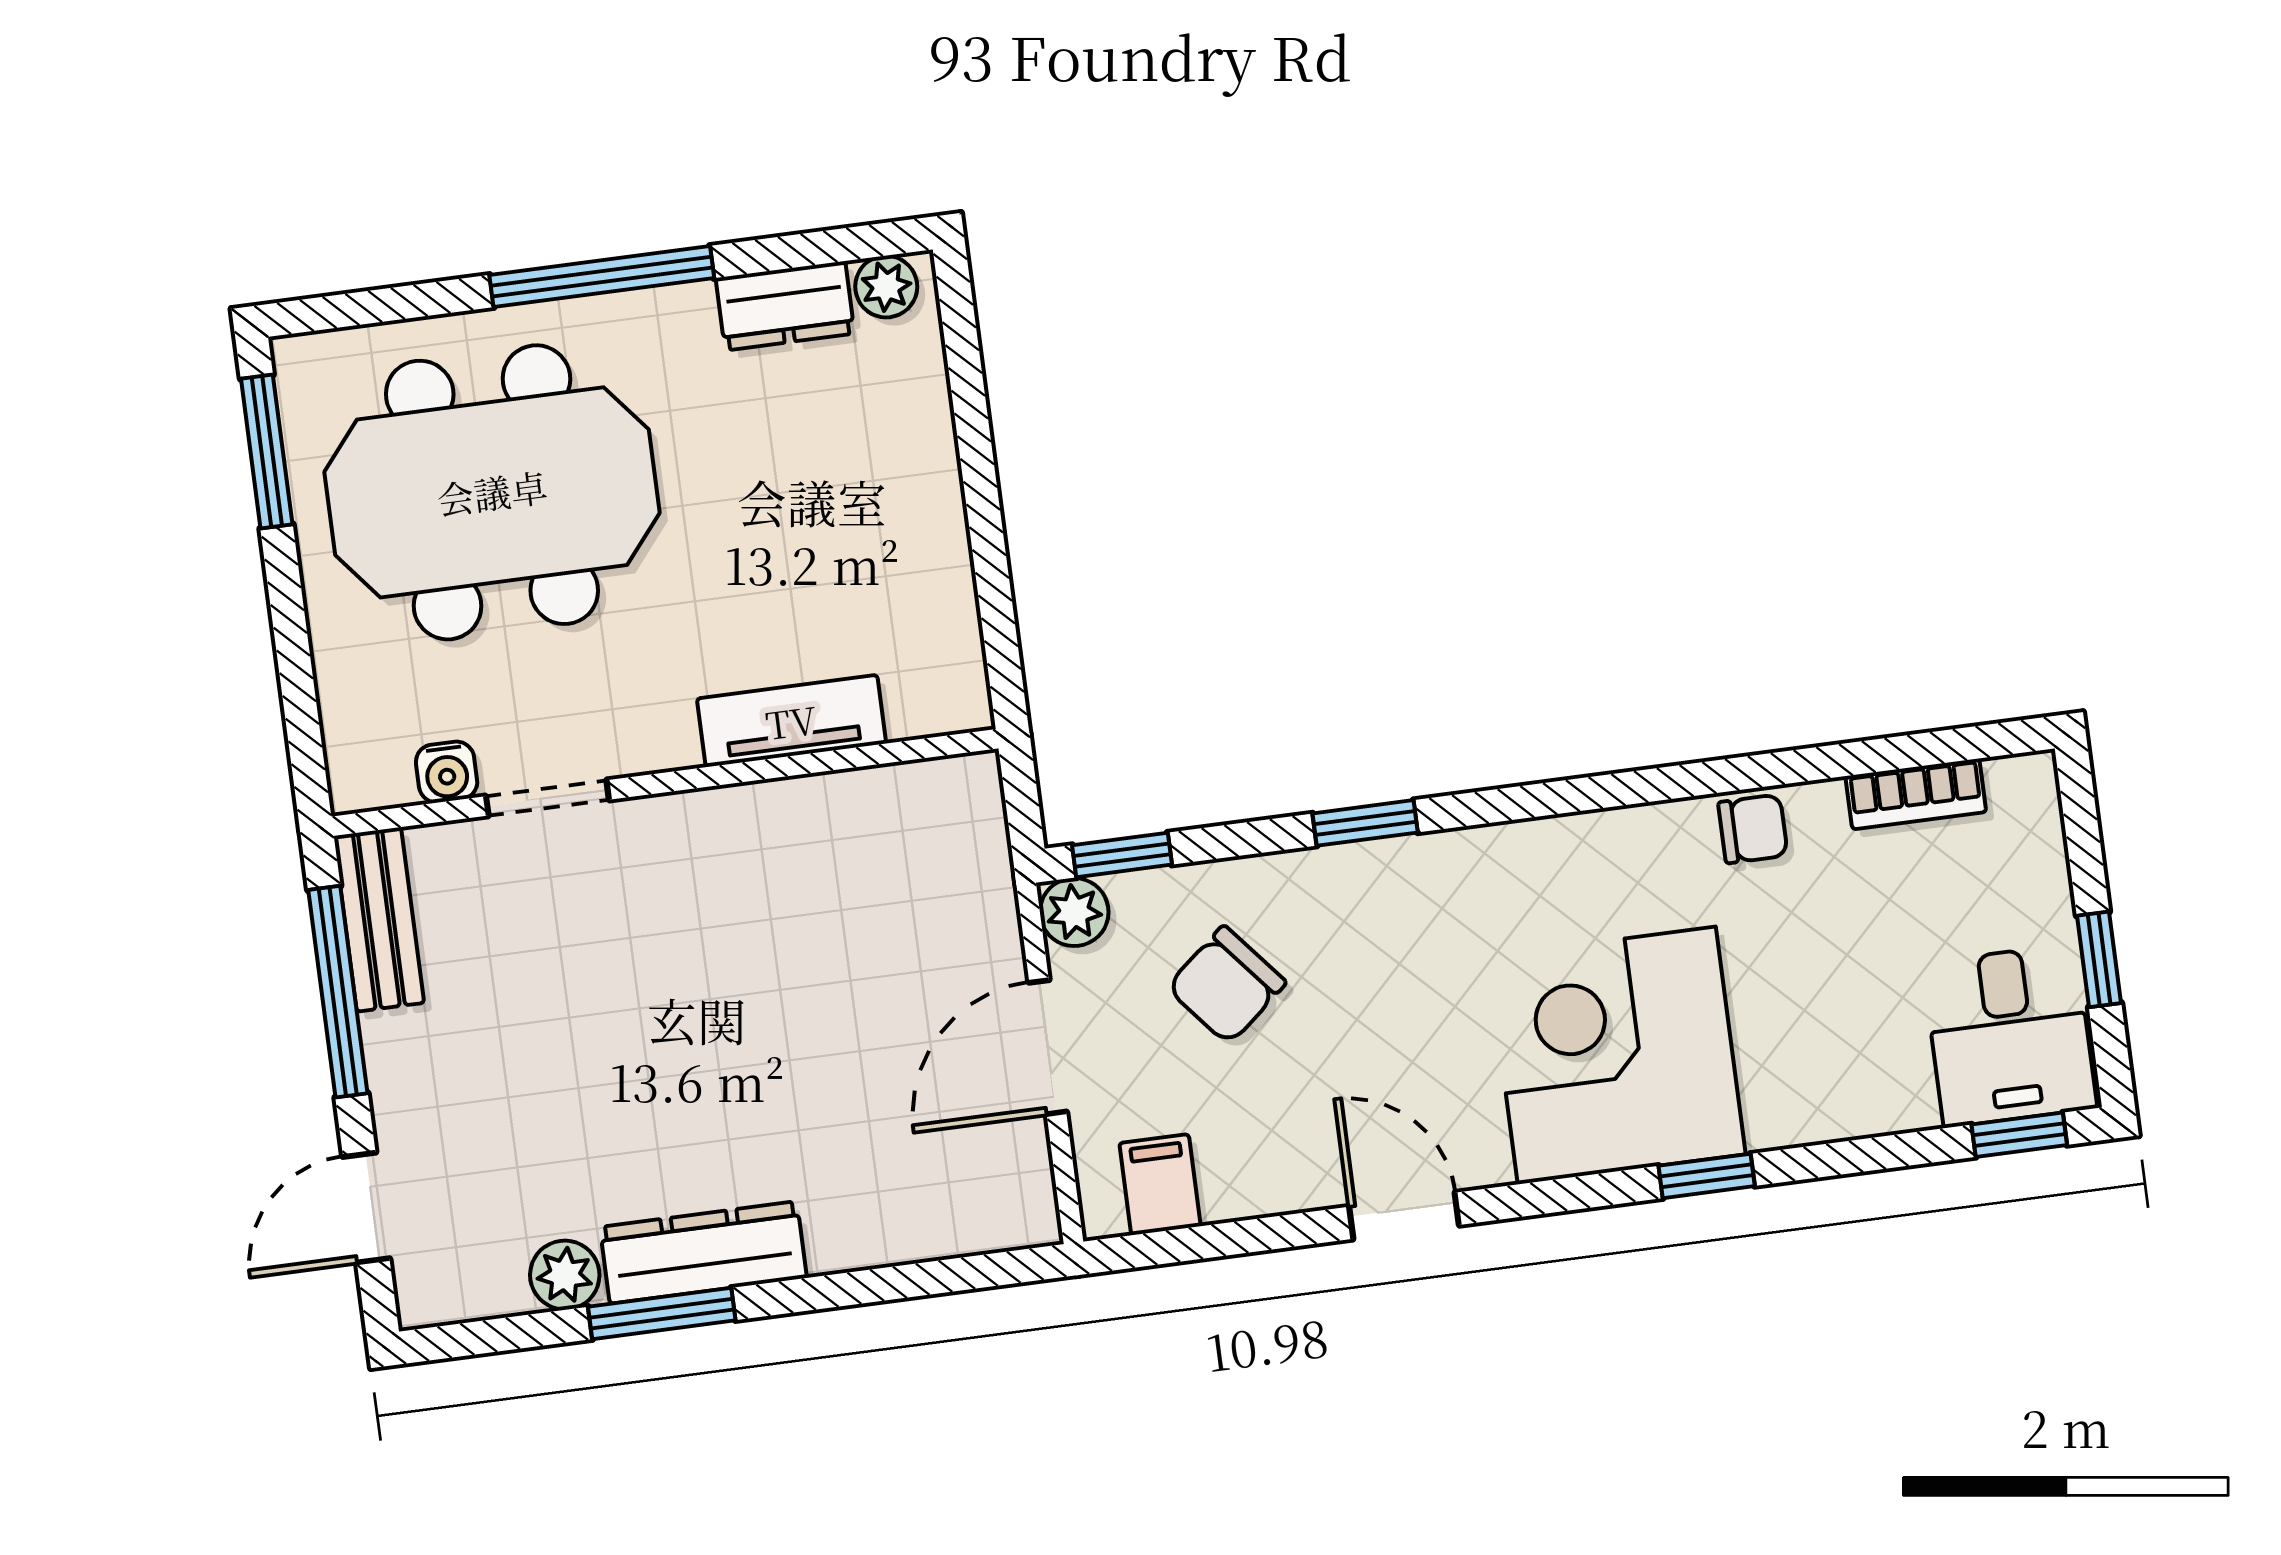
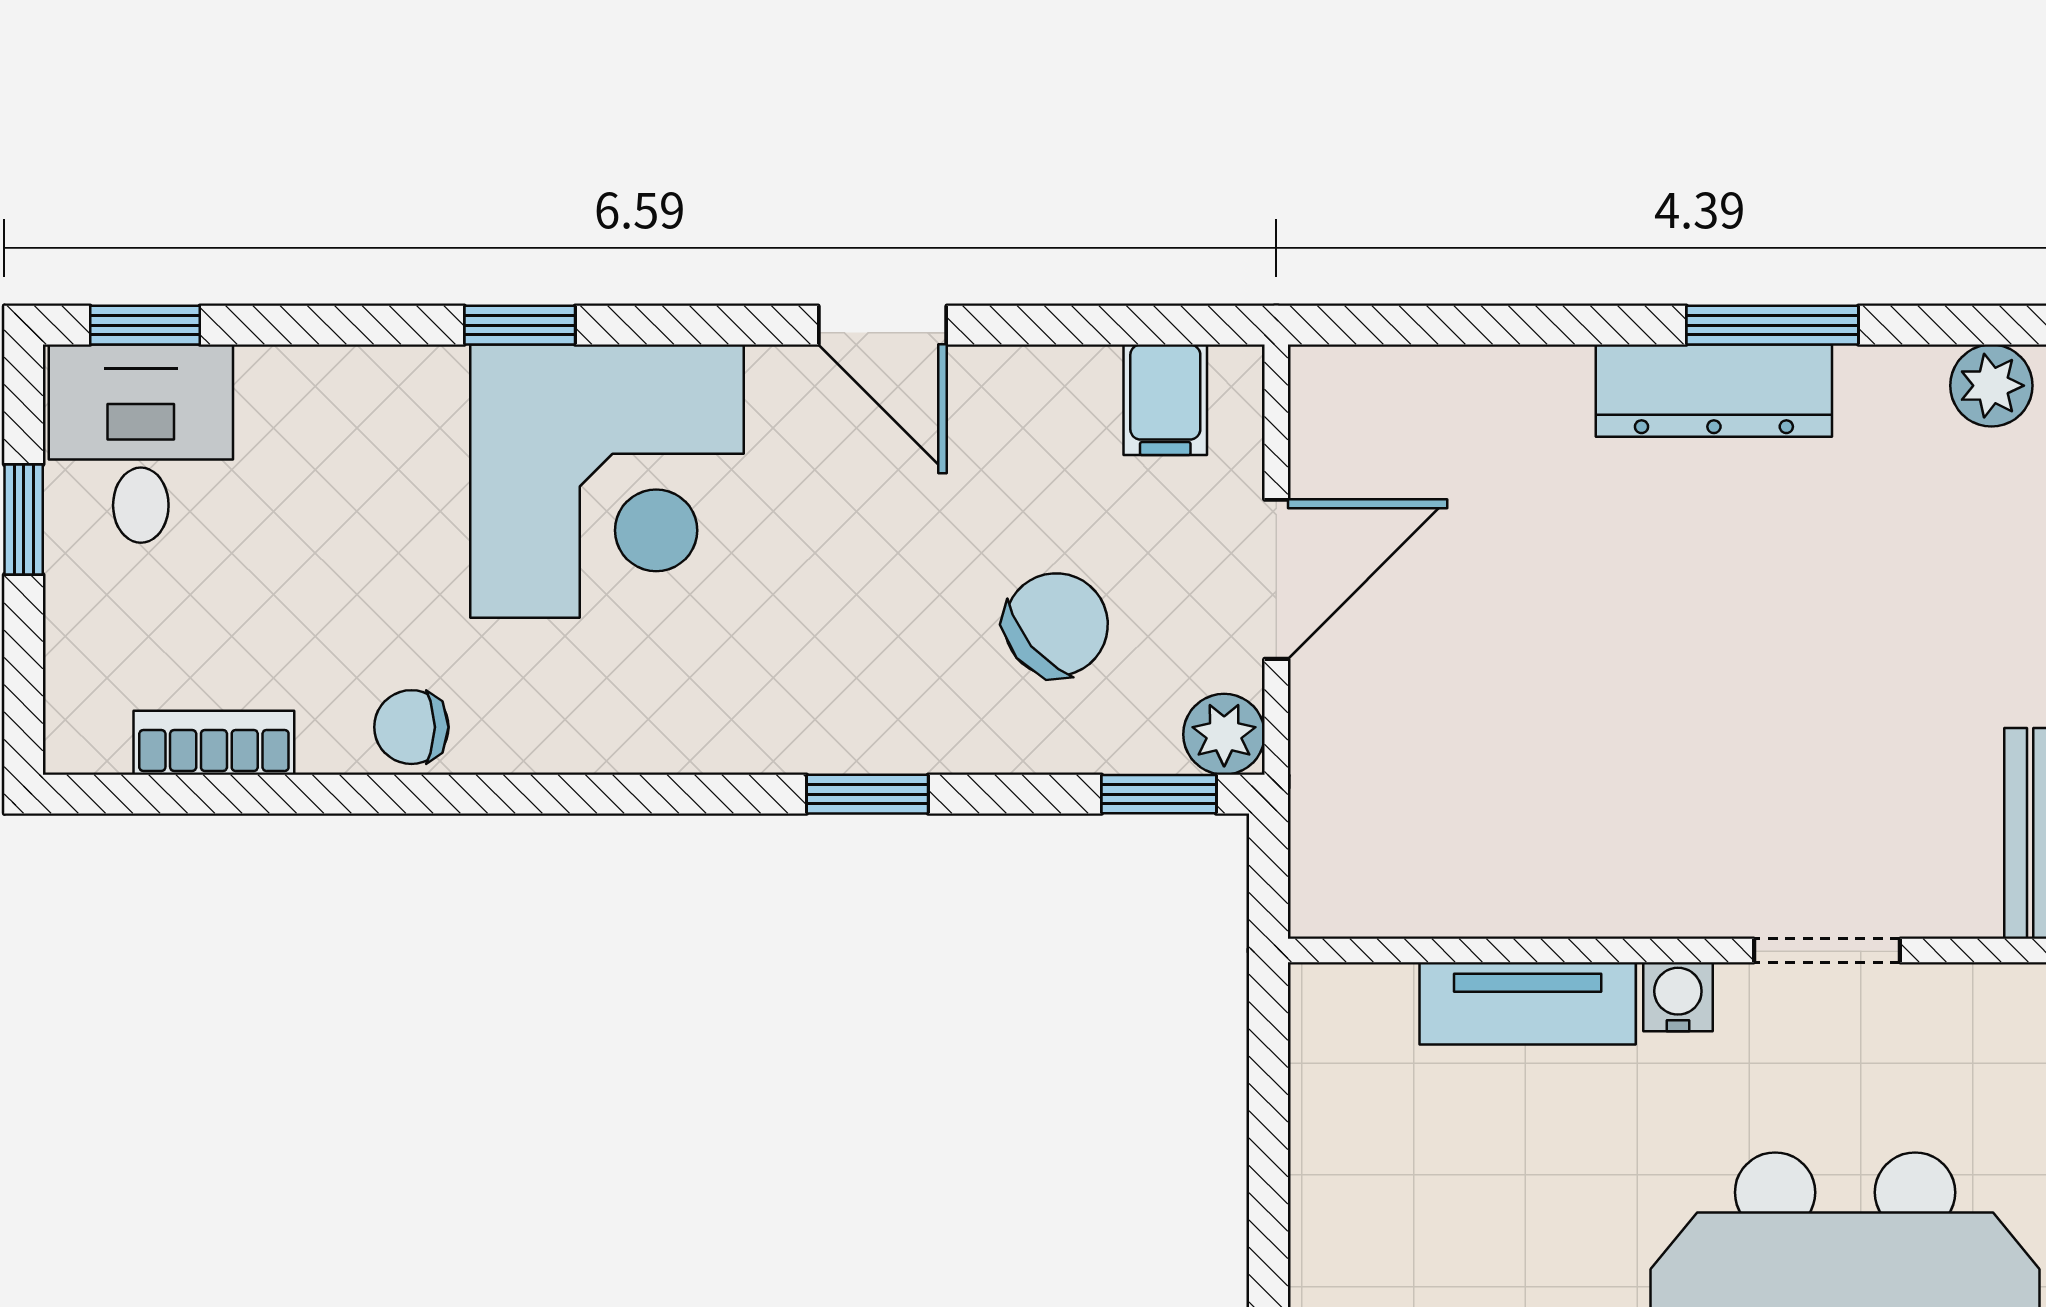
water cooler: (447, 772) -> (1678, 997), moved
plant: (565, 1275) -> (1991, 386), moved

